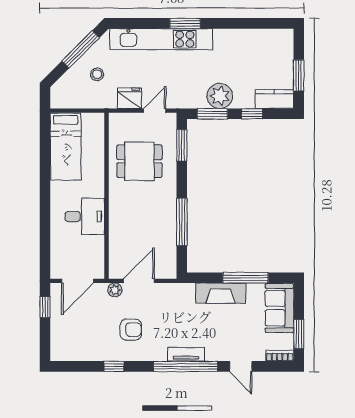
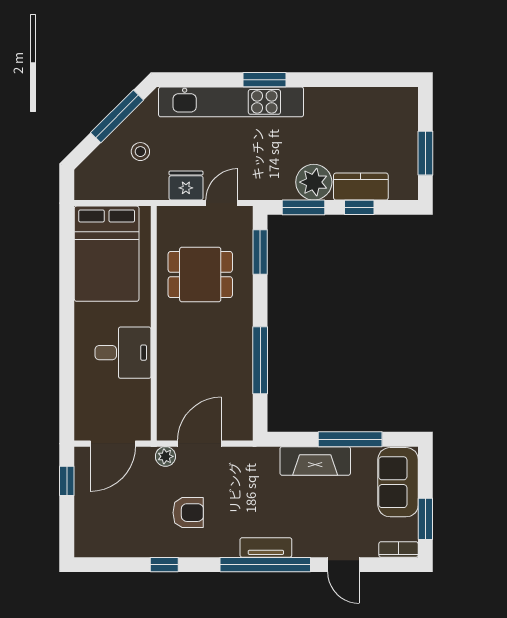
kitchen counter: (274, 99) -> (361, 187), moved
bed: (66, 147) -> (107, 254), width x1.50

